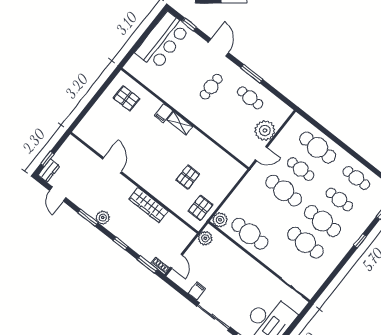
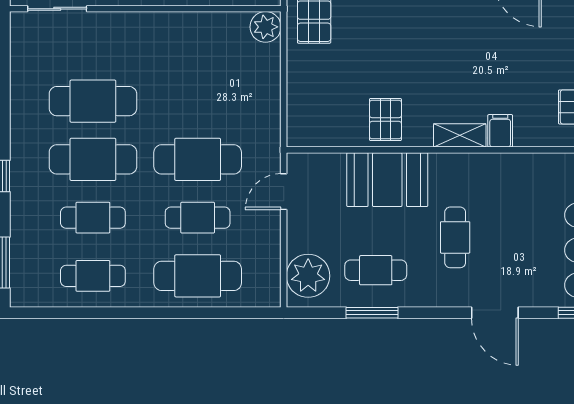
window: (252, 74) -> (372, 313), moved
booth: (219, 128) -> (387, 180), added
plant: (265, 130) -> (308, 276), moved
pallet: (188, 177) -> (385, 120), moved
cafe table: (250, 234) -> (198, 43), removed

